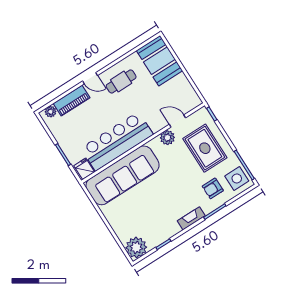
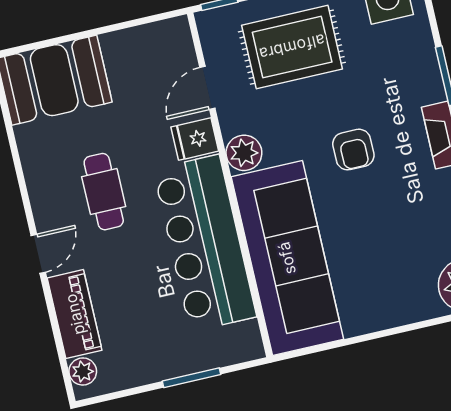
cafe table: (121, 81) -> (104, 192), moved
plant: (167, 138) -> (244, 153), moved
fridge: (84, 169) -> (195, 139), moved
armchair: (213, 188) -> (353, 150), moved

